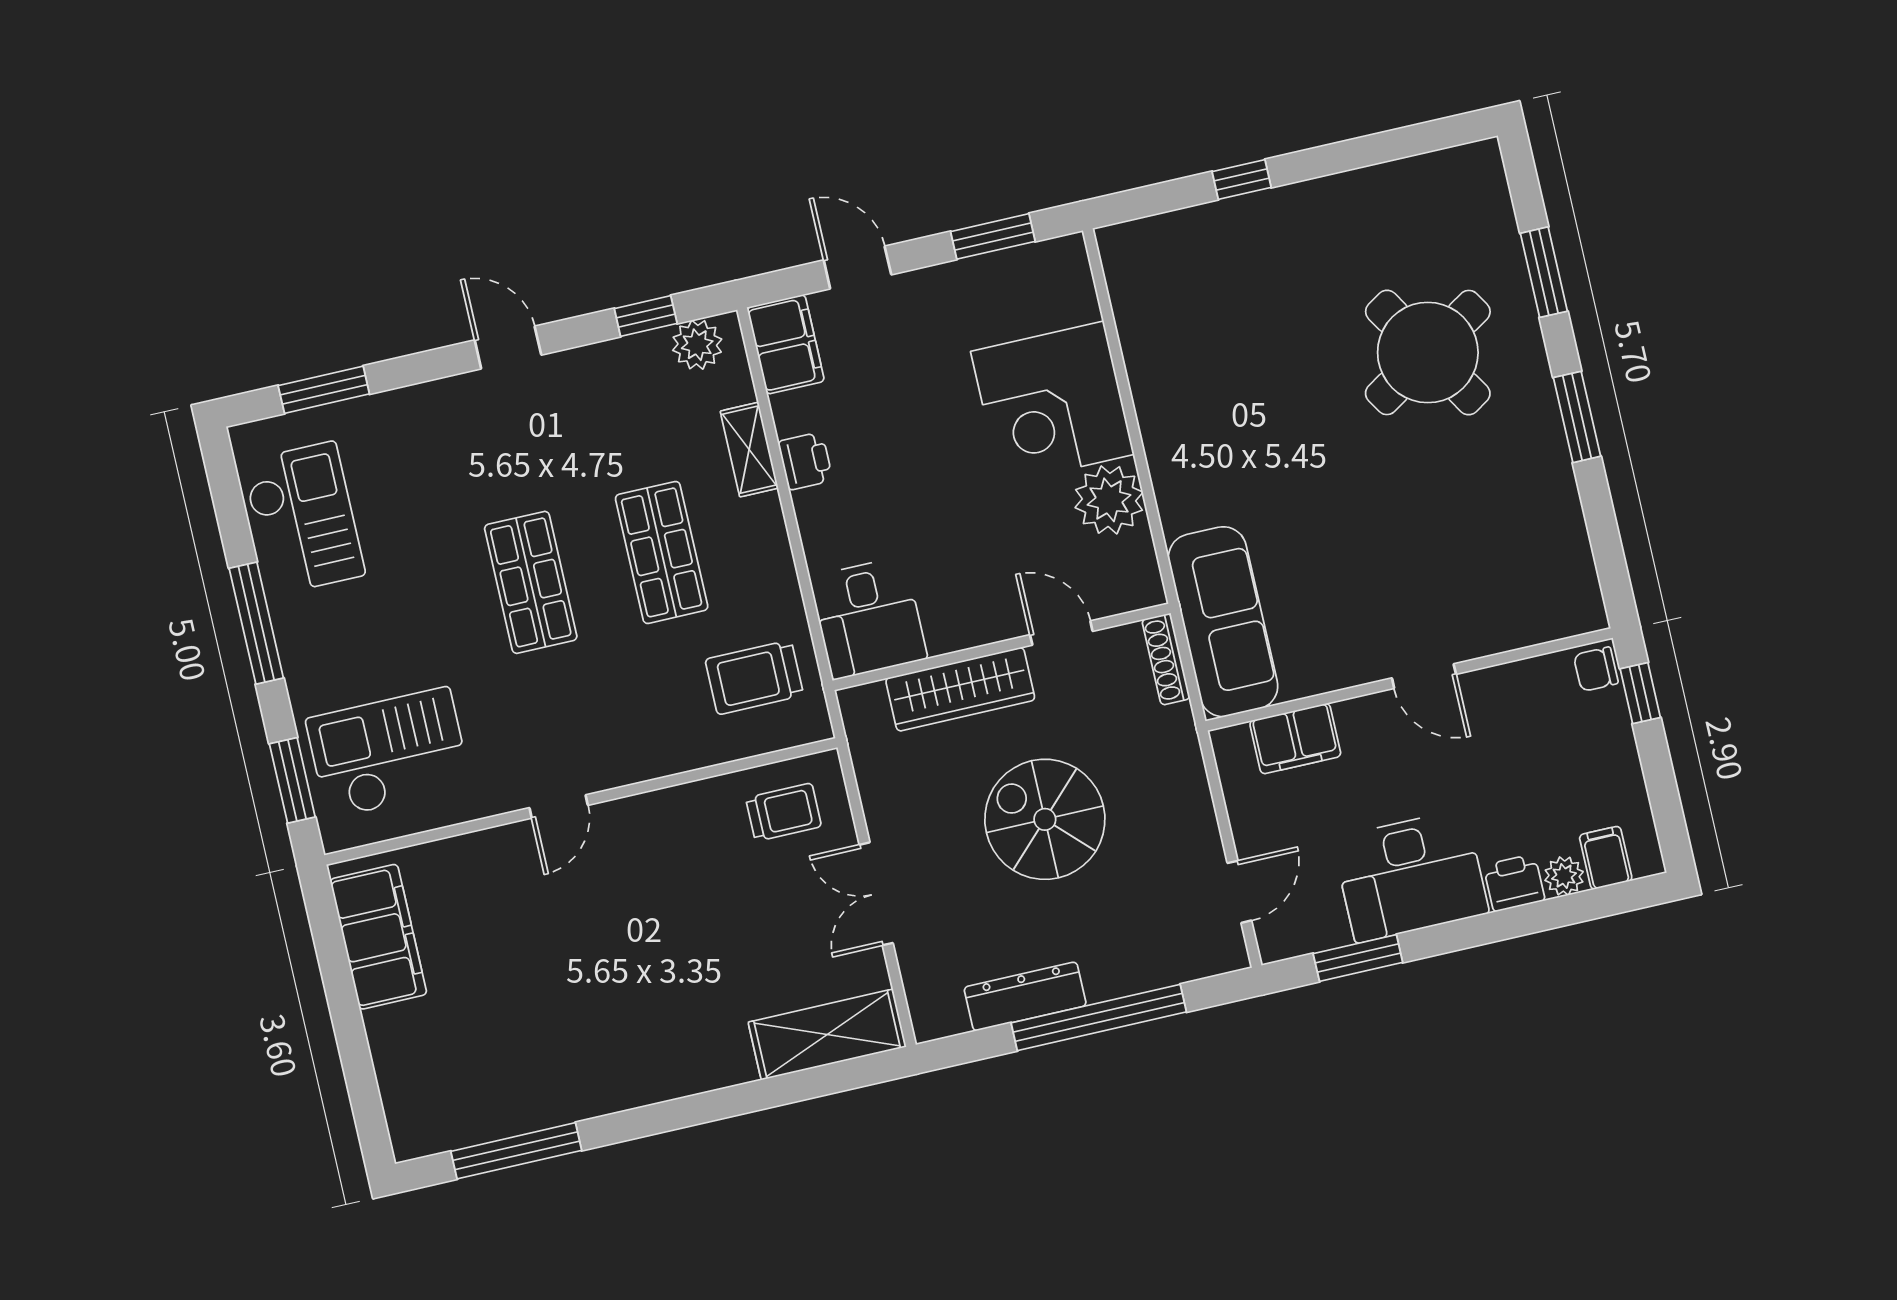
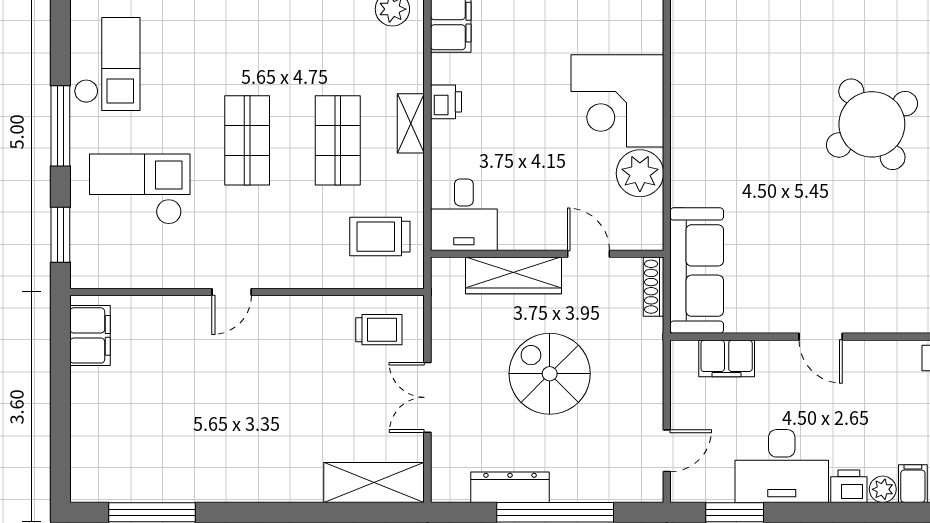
shelving: (749, 450) -> (411, 123), moved
checkout: (389, 753) -> (140, 189), moved
filing cabinet: (378, 937) -> (90, 335), width x0.67, depth x0.86

